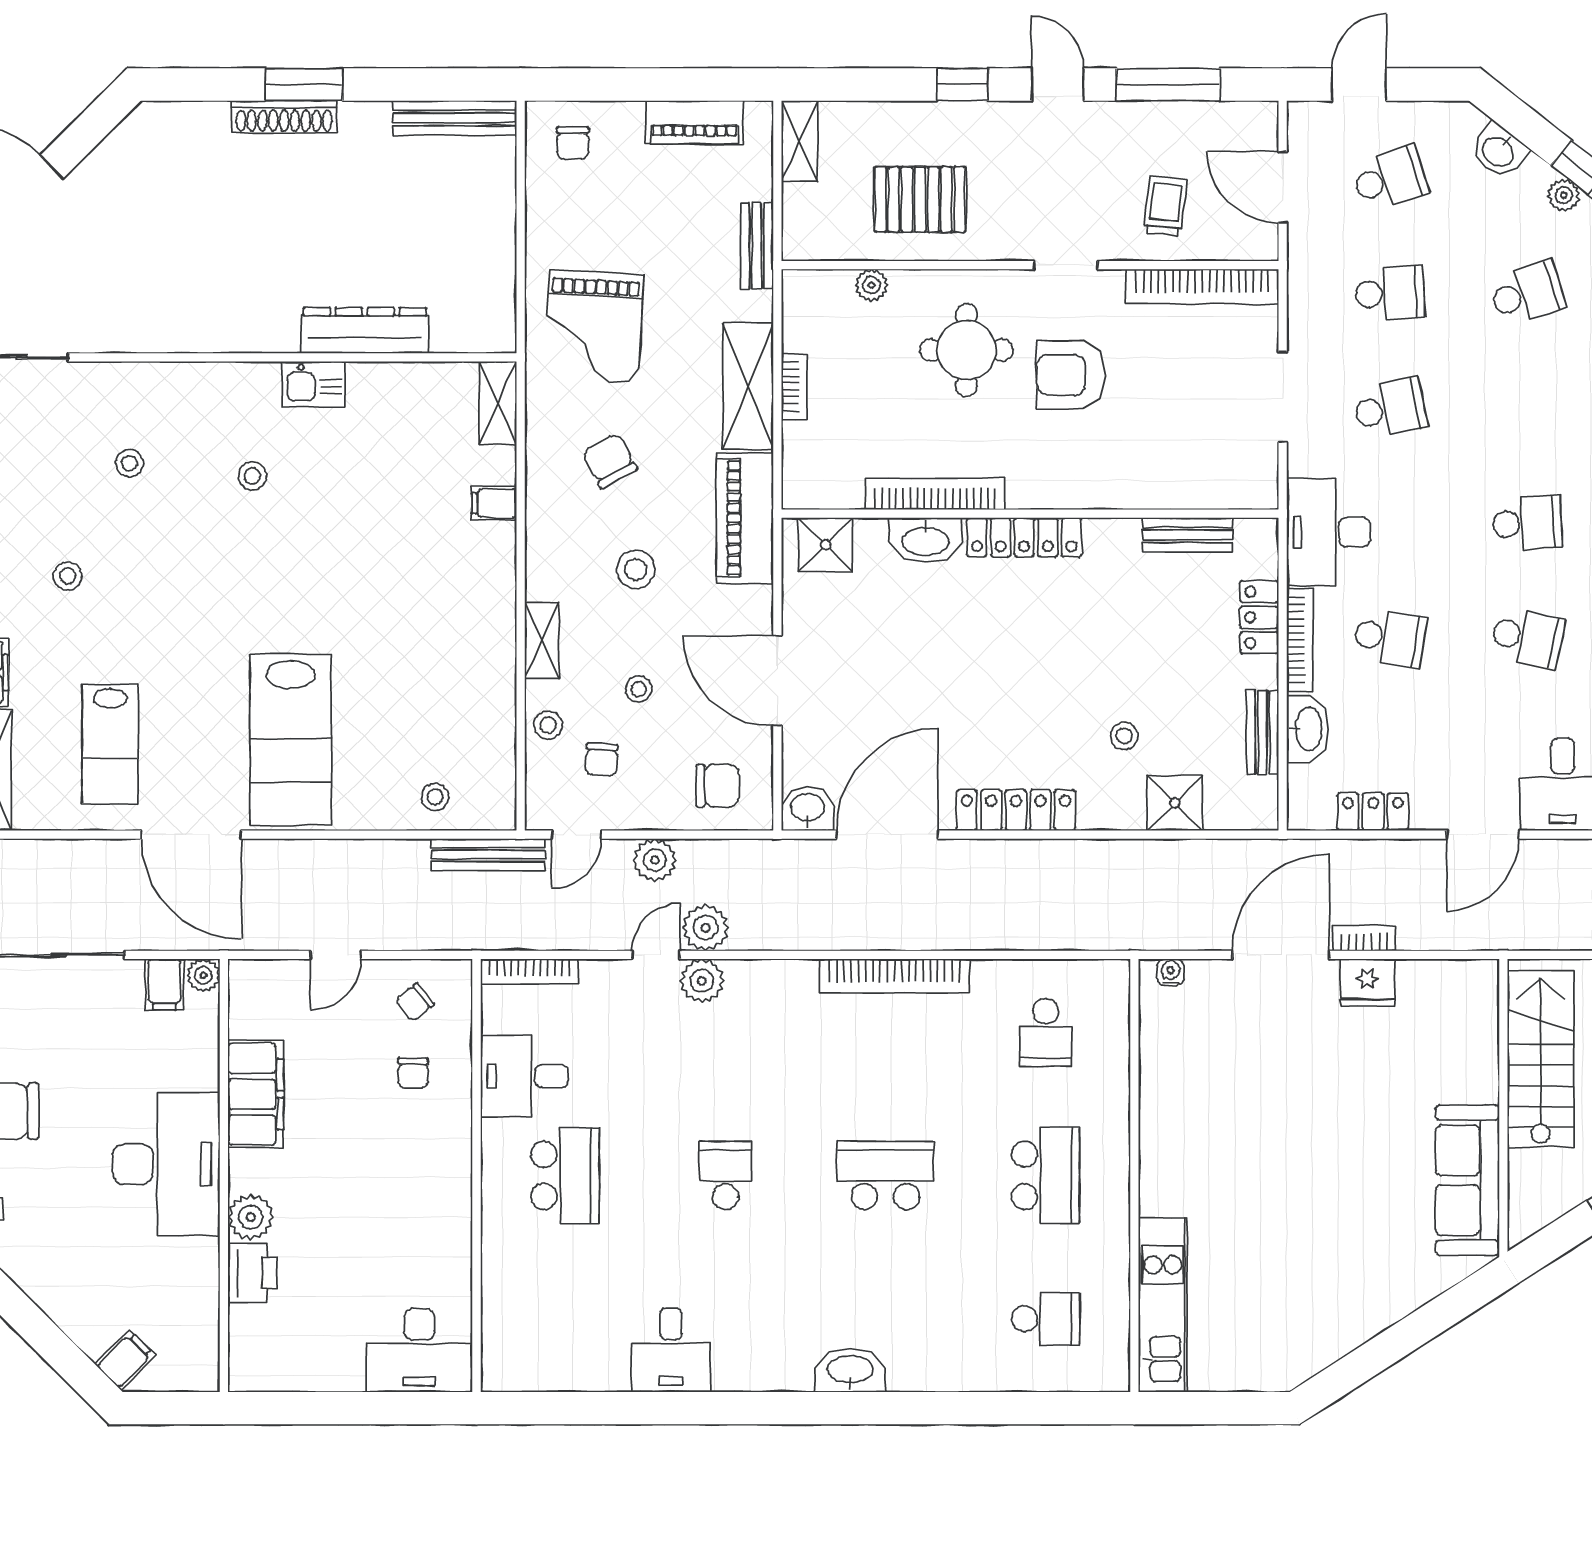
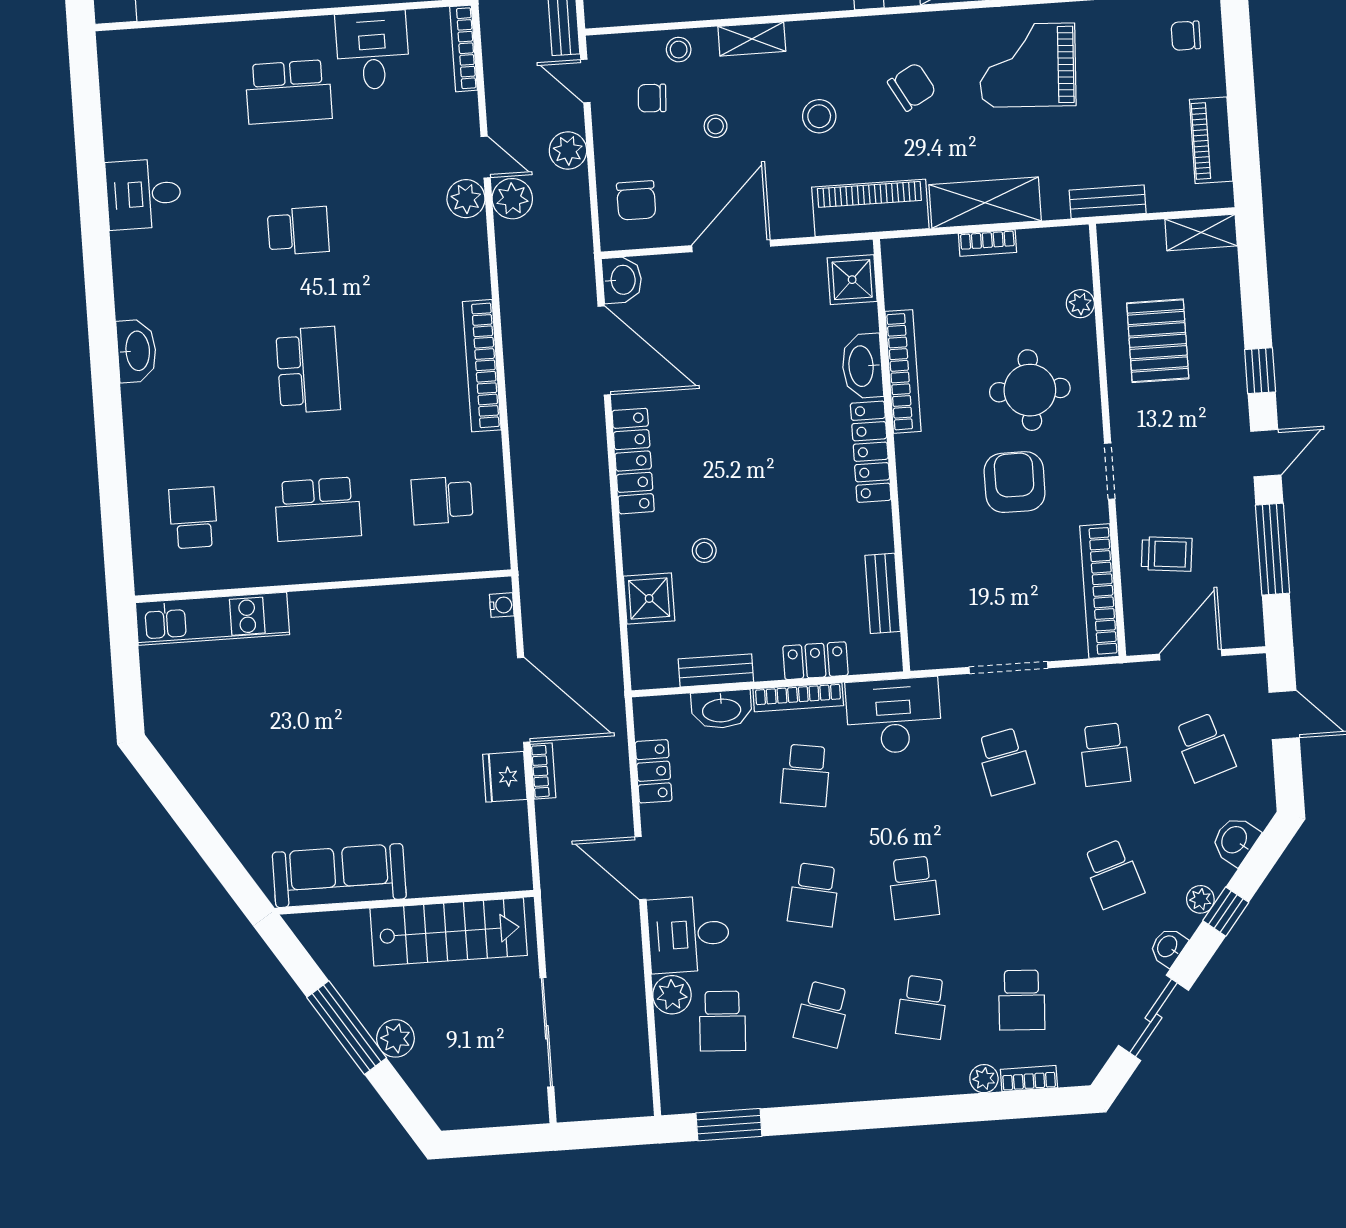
school desk: (1046, 1319) -> (193, 518), turned 180

